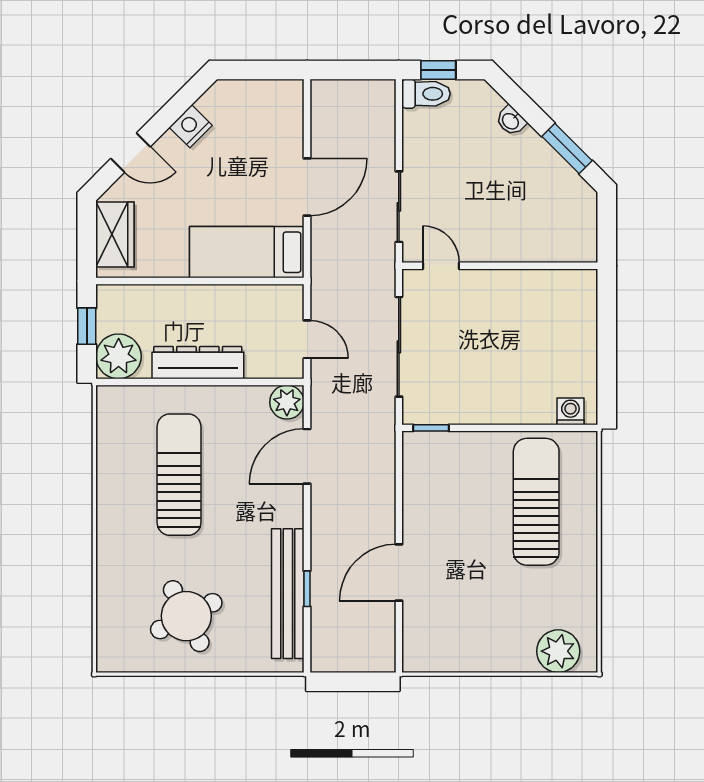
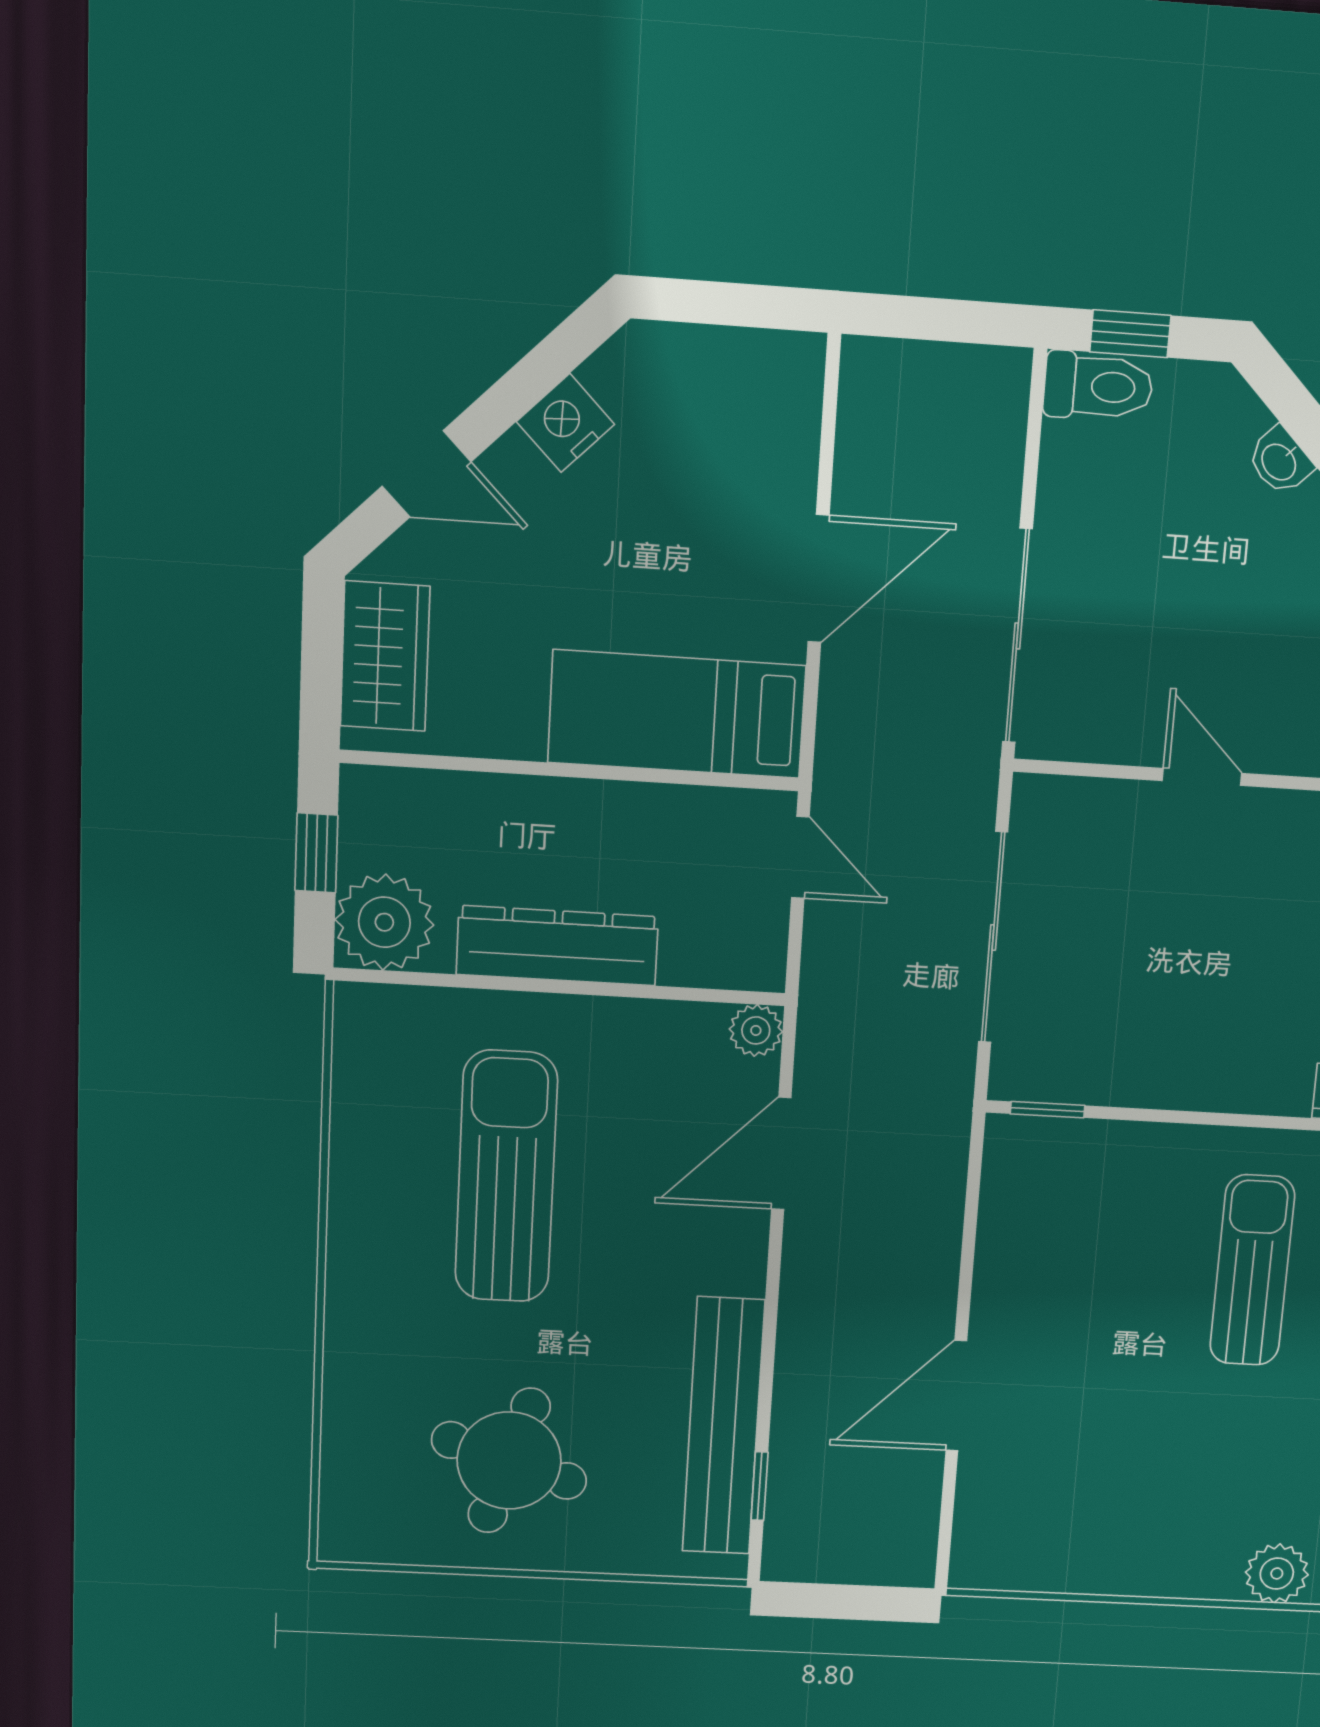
sliding door: (399, 207) -> (1017, 636), width x1.37
door: (441, 266) -> (1202, 777), moved
door: (307, 339) -> (800, 857), moved
plant: (287, 402) -> (756, 1030), width x0.73, depth x0.73
sun lounger: (536, 502) -> (1252, 1270), width x0.73, depth x0.75
window: (307, 589) -> (760, 1486), moved
round table: (186, 616) -> (509, 1460), turned 45
plant: (558, 651) -> (1277, 1573), width x0.73, depth x0.73

